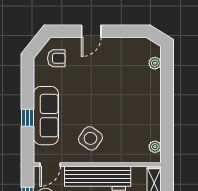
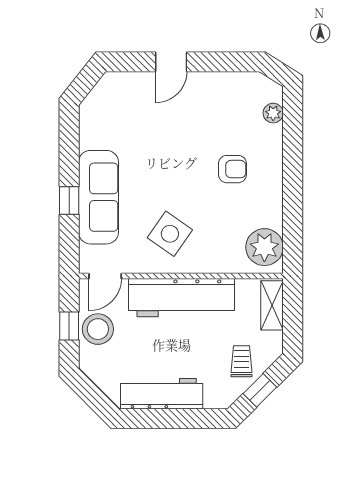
armchair: (56, 58) -> (232, 169), moved
plant: (155, 147) -> (264, 247), width x1.87, depth x1.87

